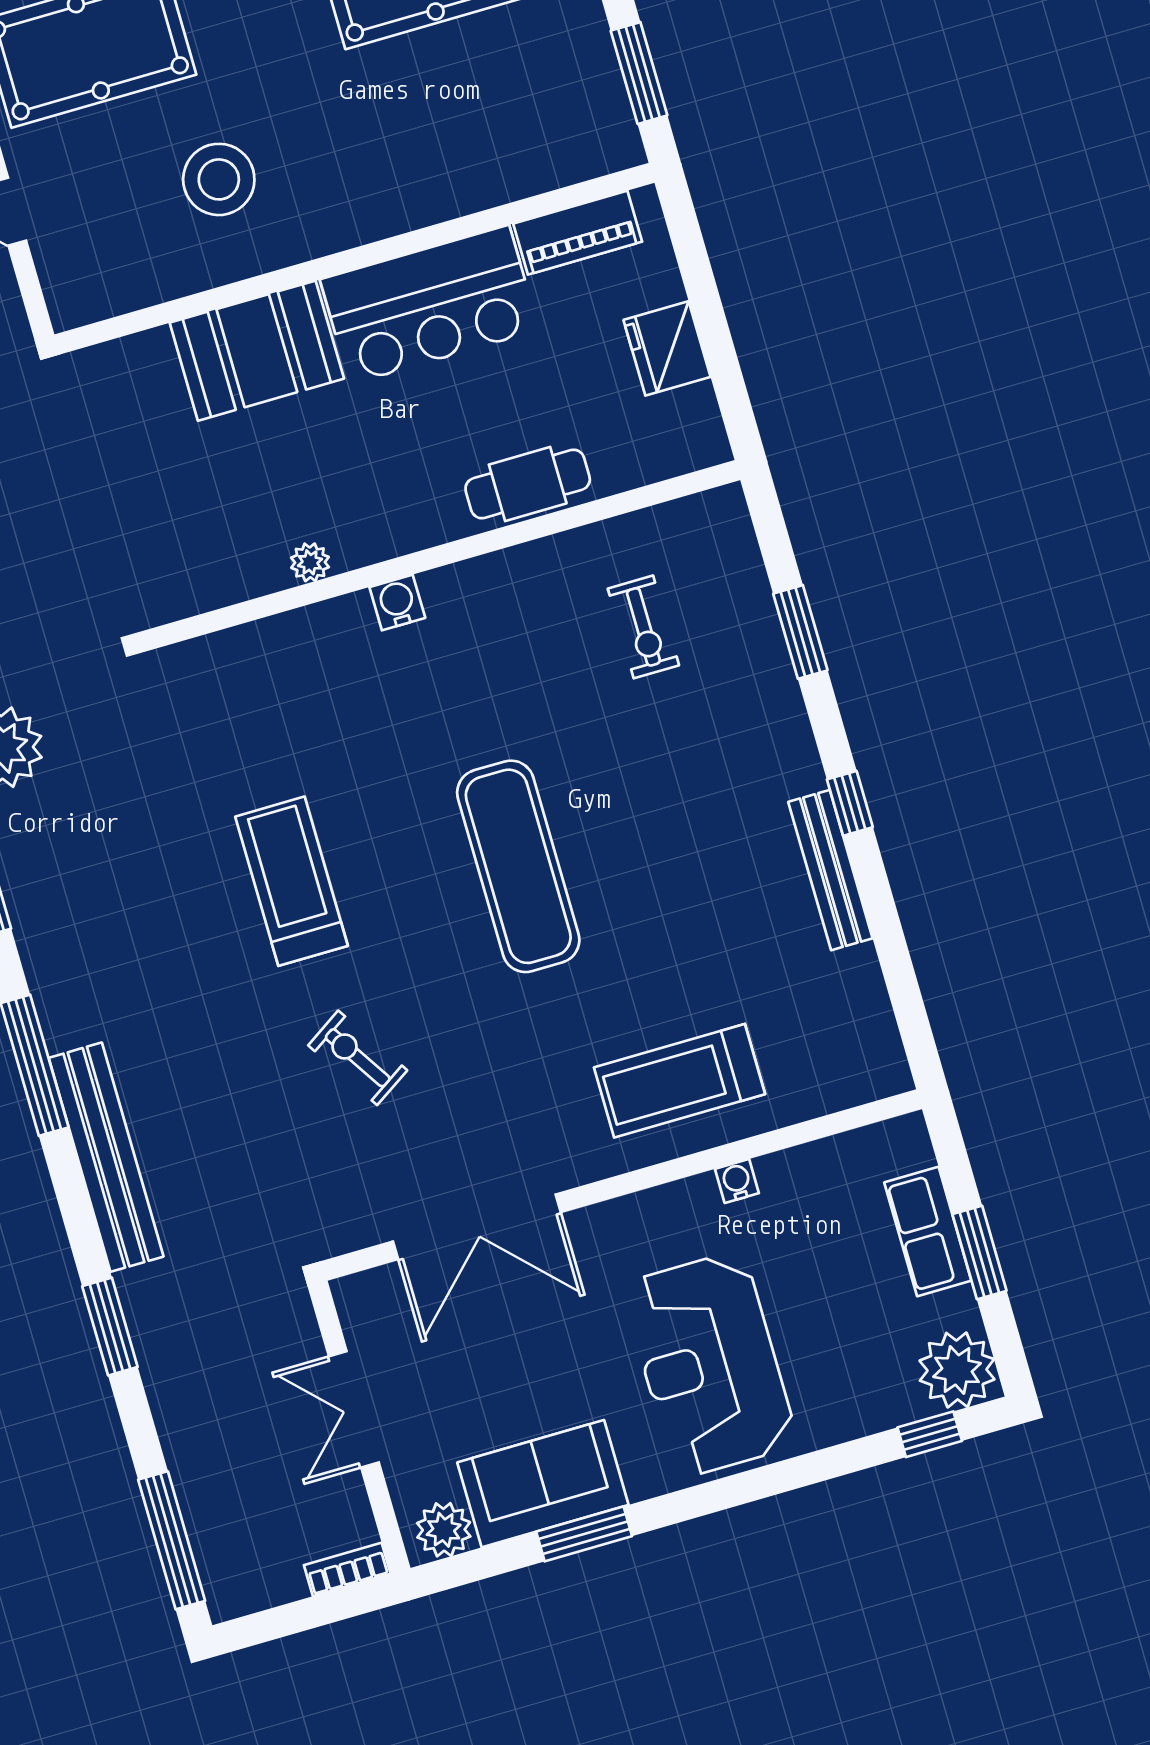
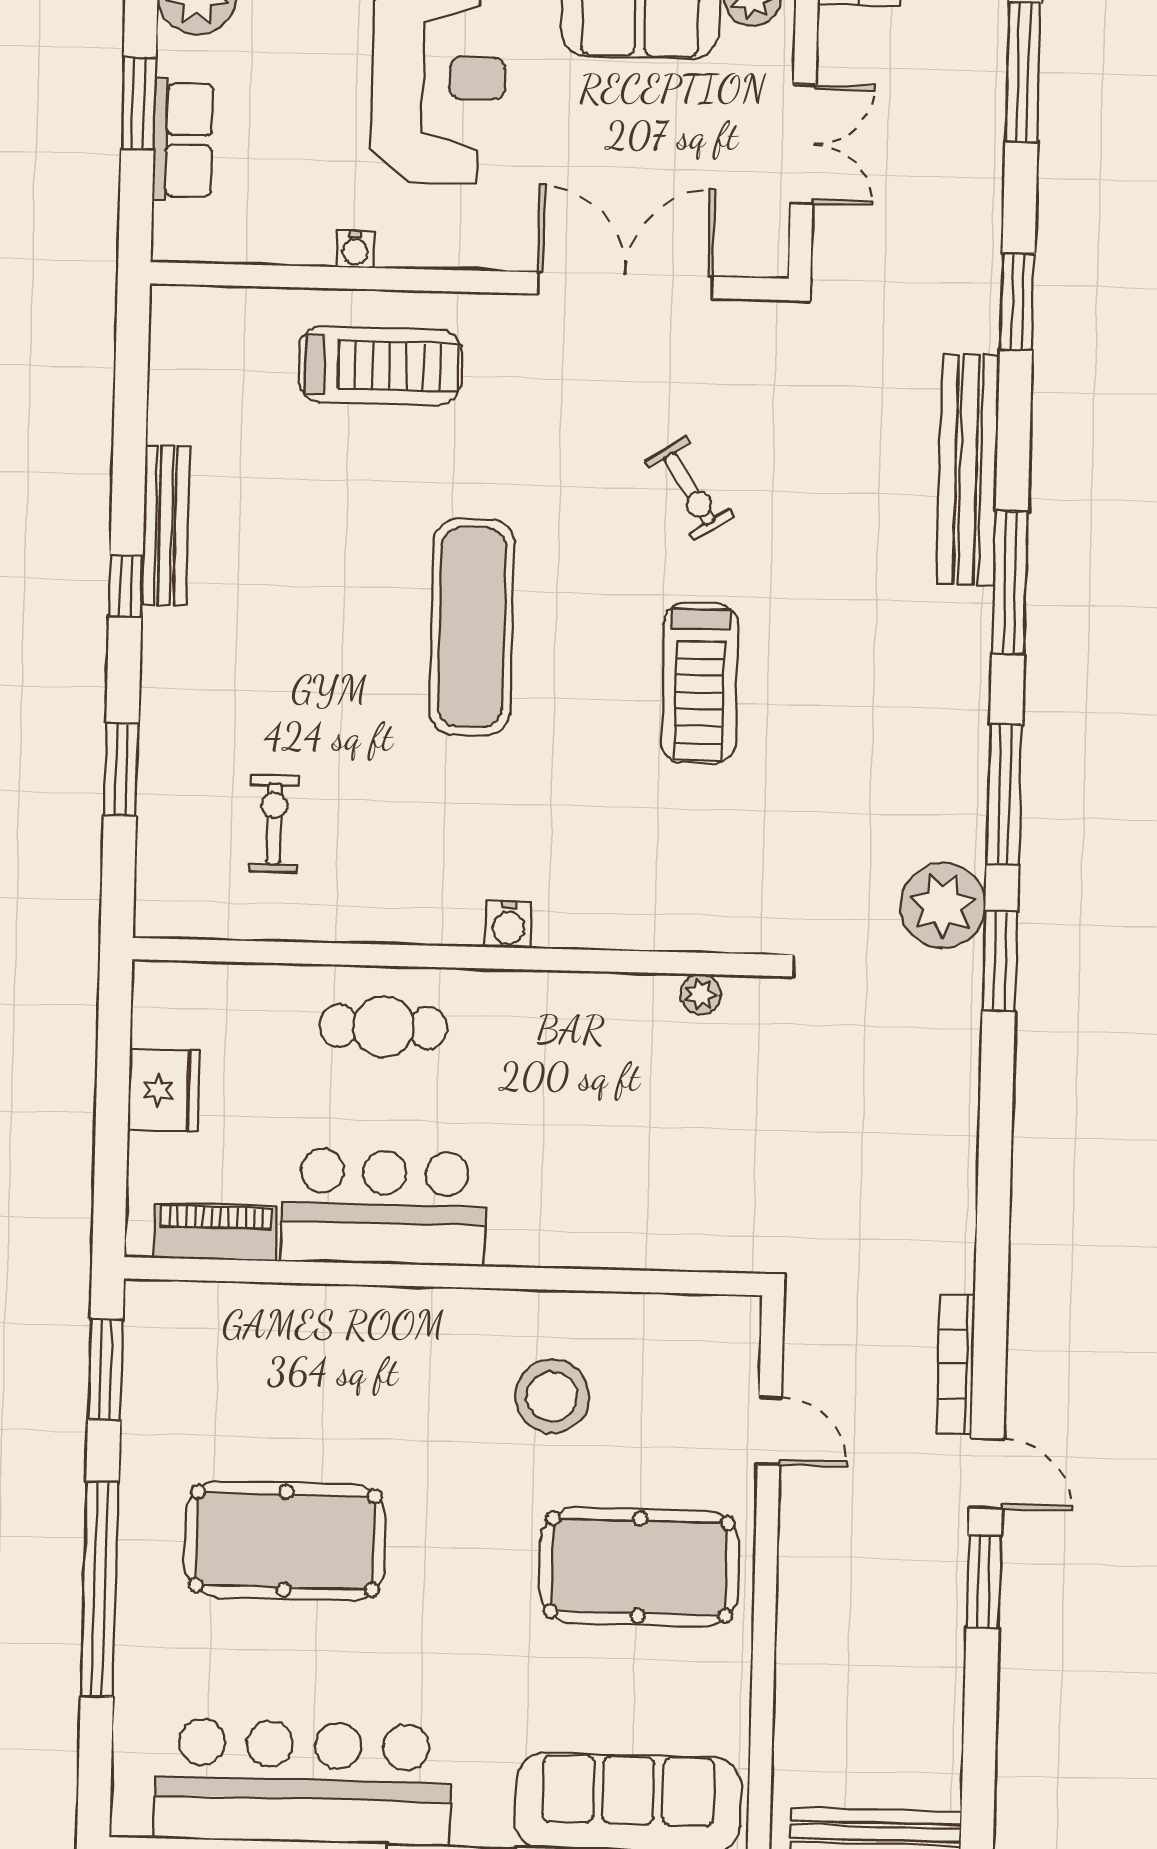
booth: (257, 351) -> (568, 1216), removed
cafe table: (528, 484) -> (383, 1027), moved
plant: (310, 562) -> (701, 994), moved

